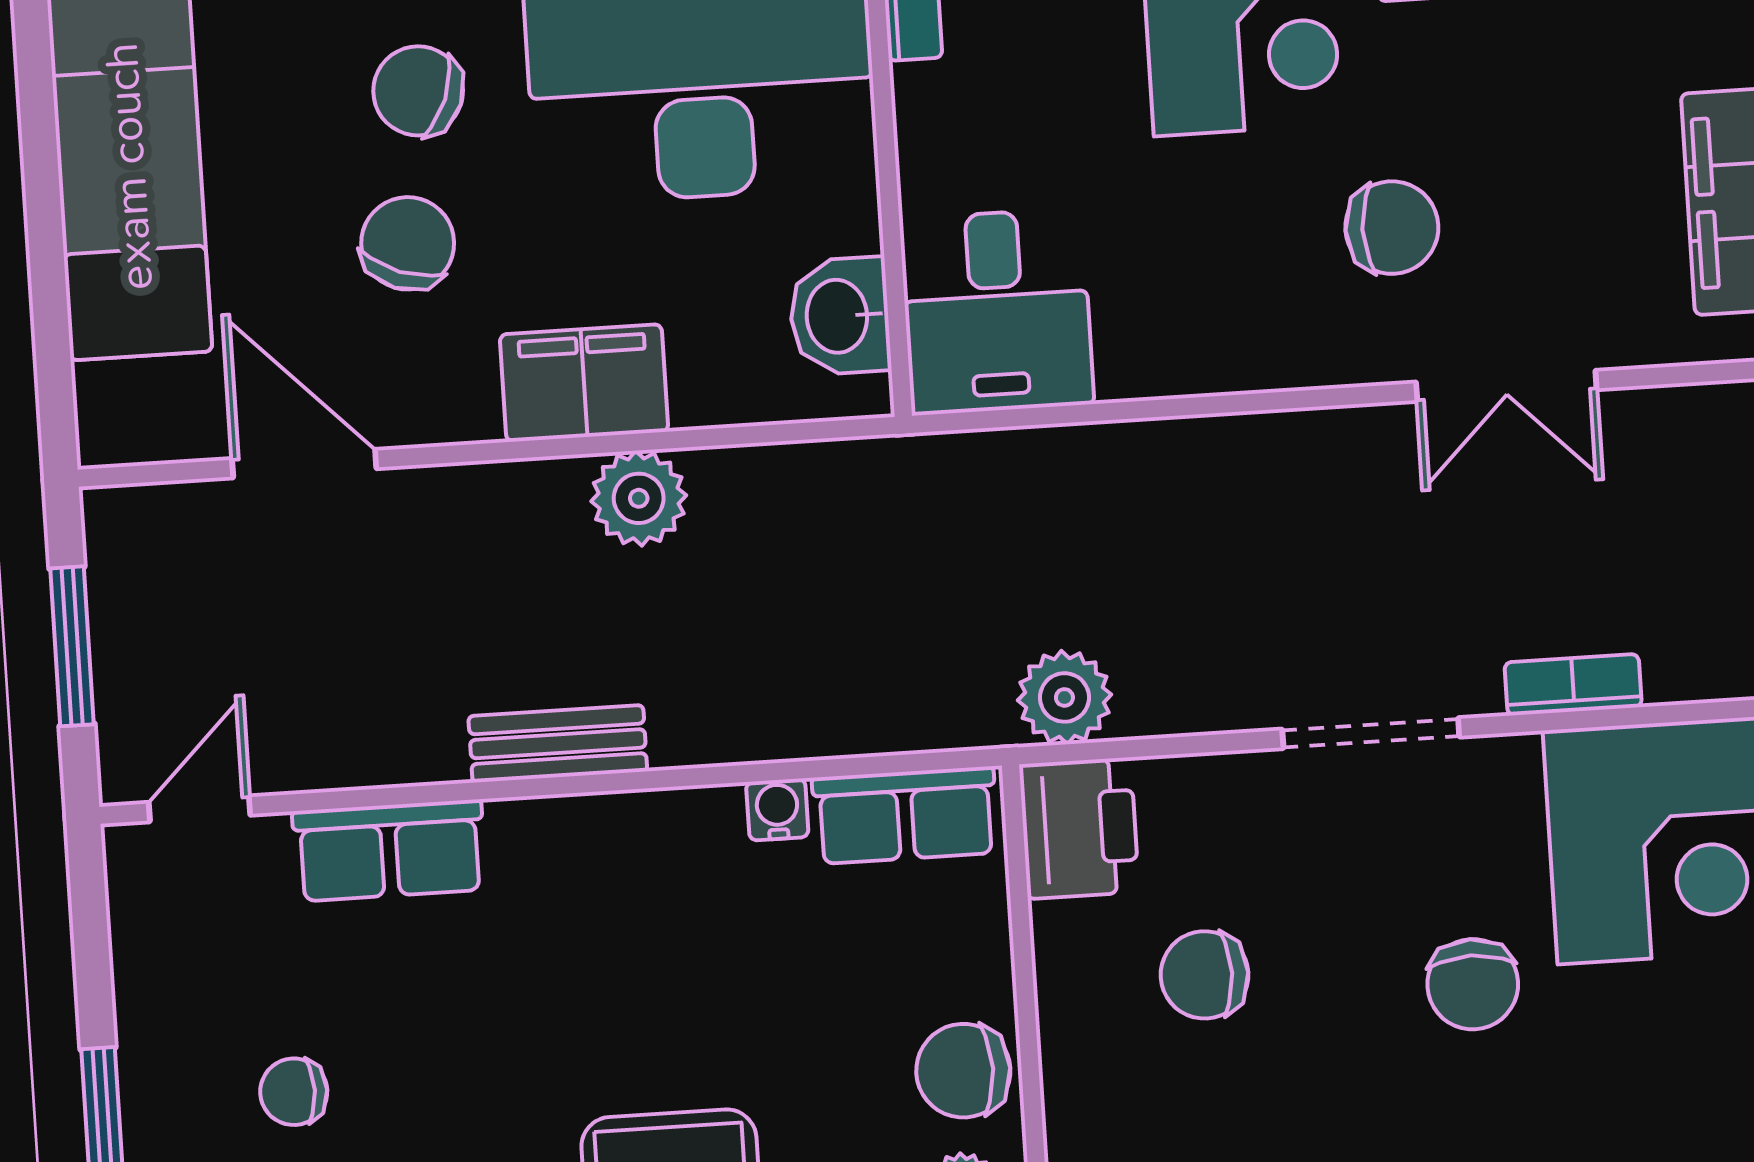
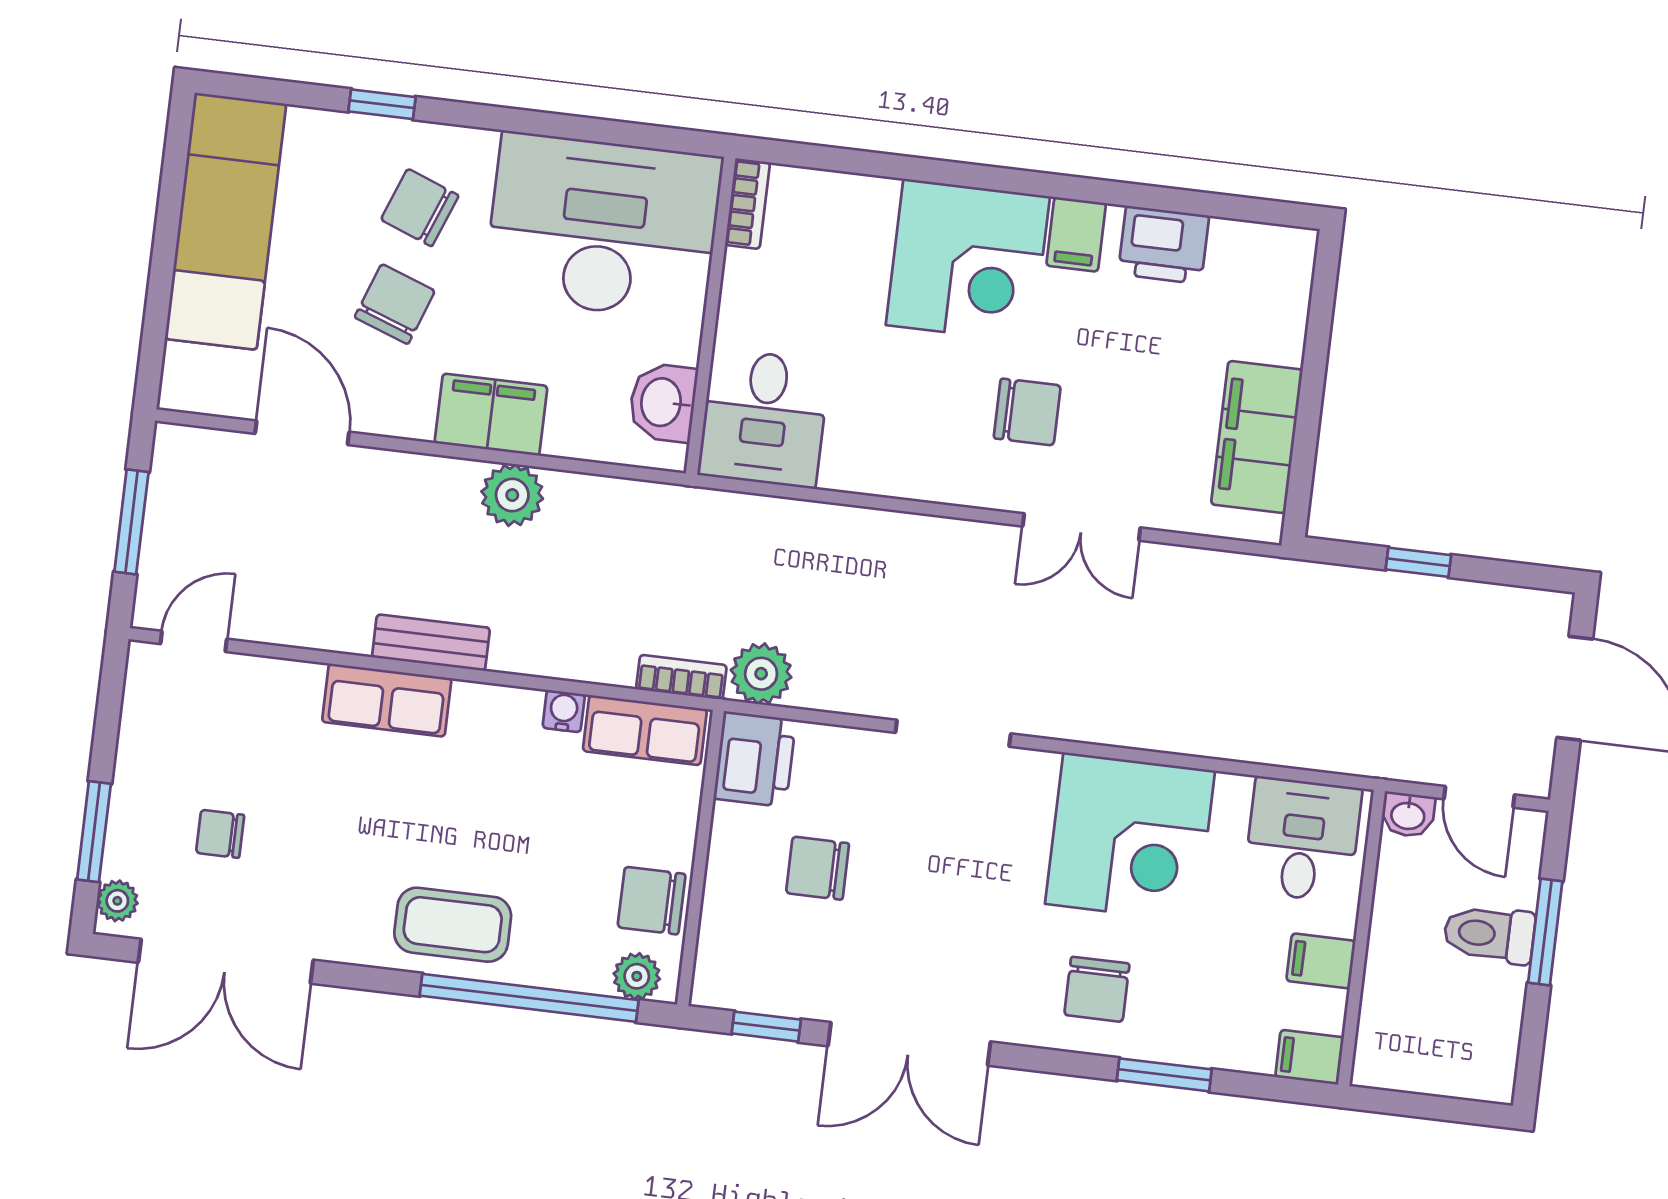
bookcase: (1573, 685) -> (681, 677), moved
row of seats: (389, 851) -> (387, 700), moved
chair: (1473, 984) -> (1097, 989), moved

